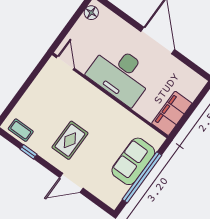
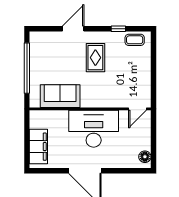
door: (65, 63) -> (138, 109), hinge flipped
filing cabinet: (172, 113) -> (38, 147), moved
sofa: (133, 161) -> (60, 96), moved, turned -90

